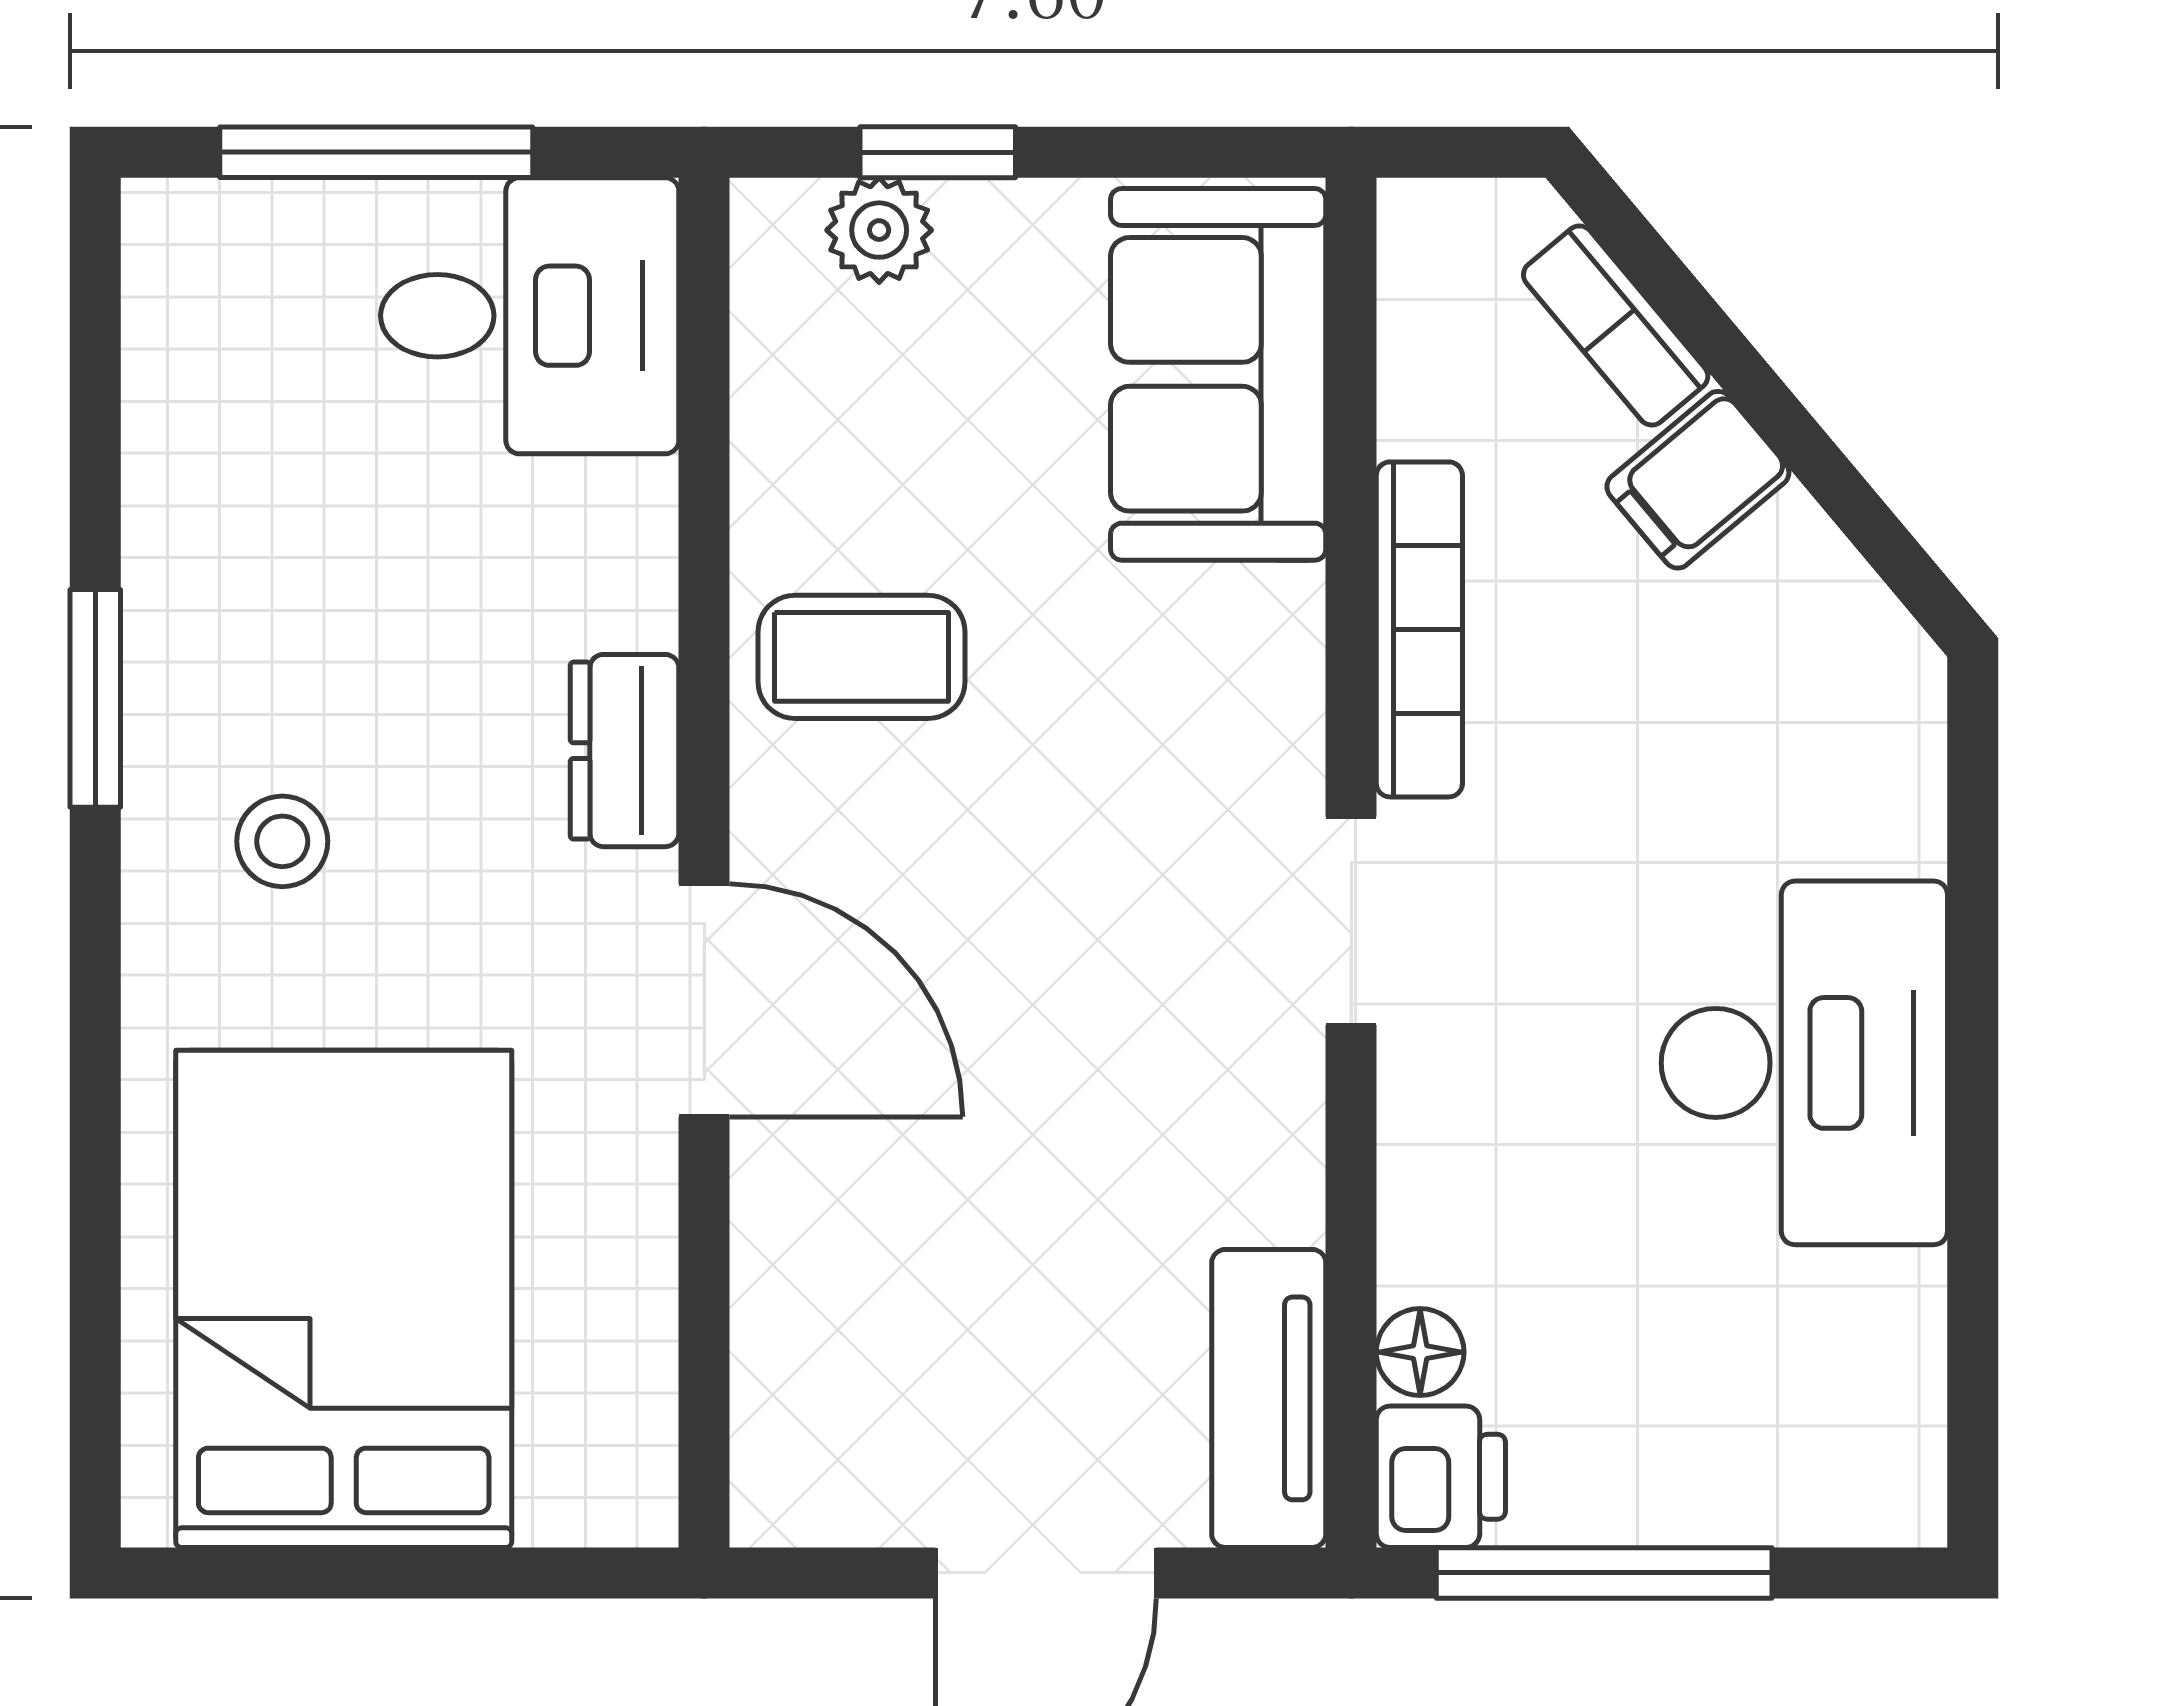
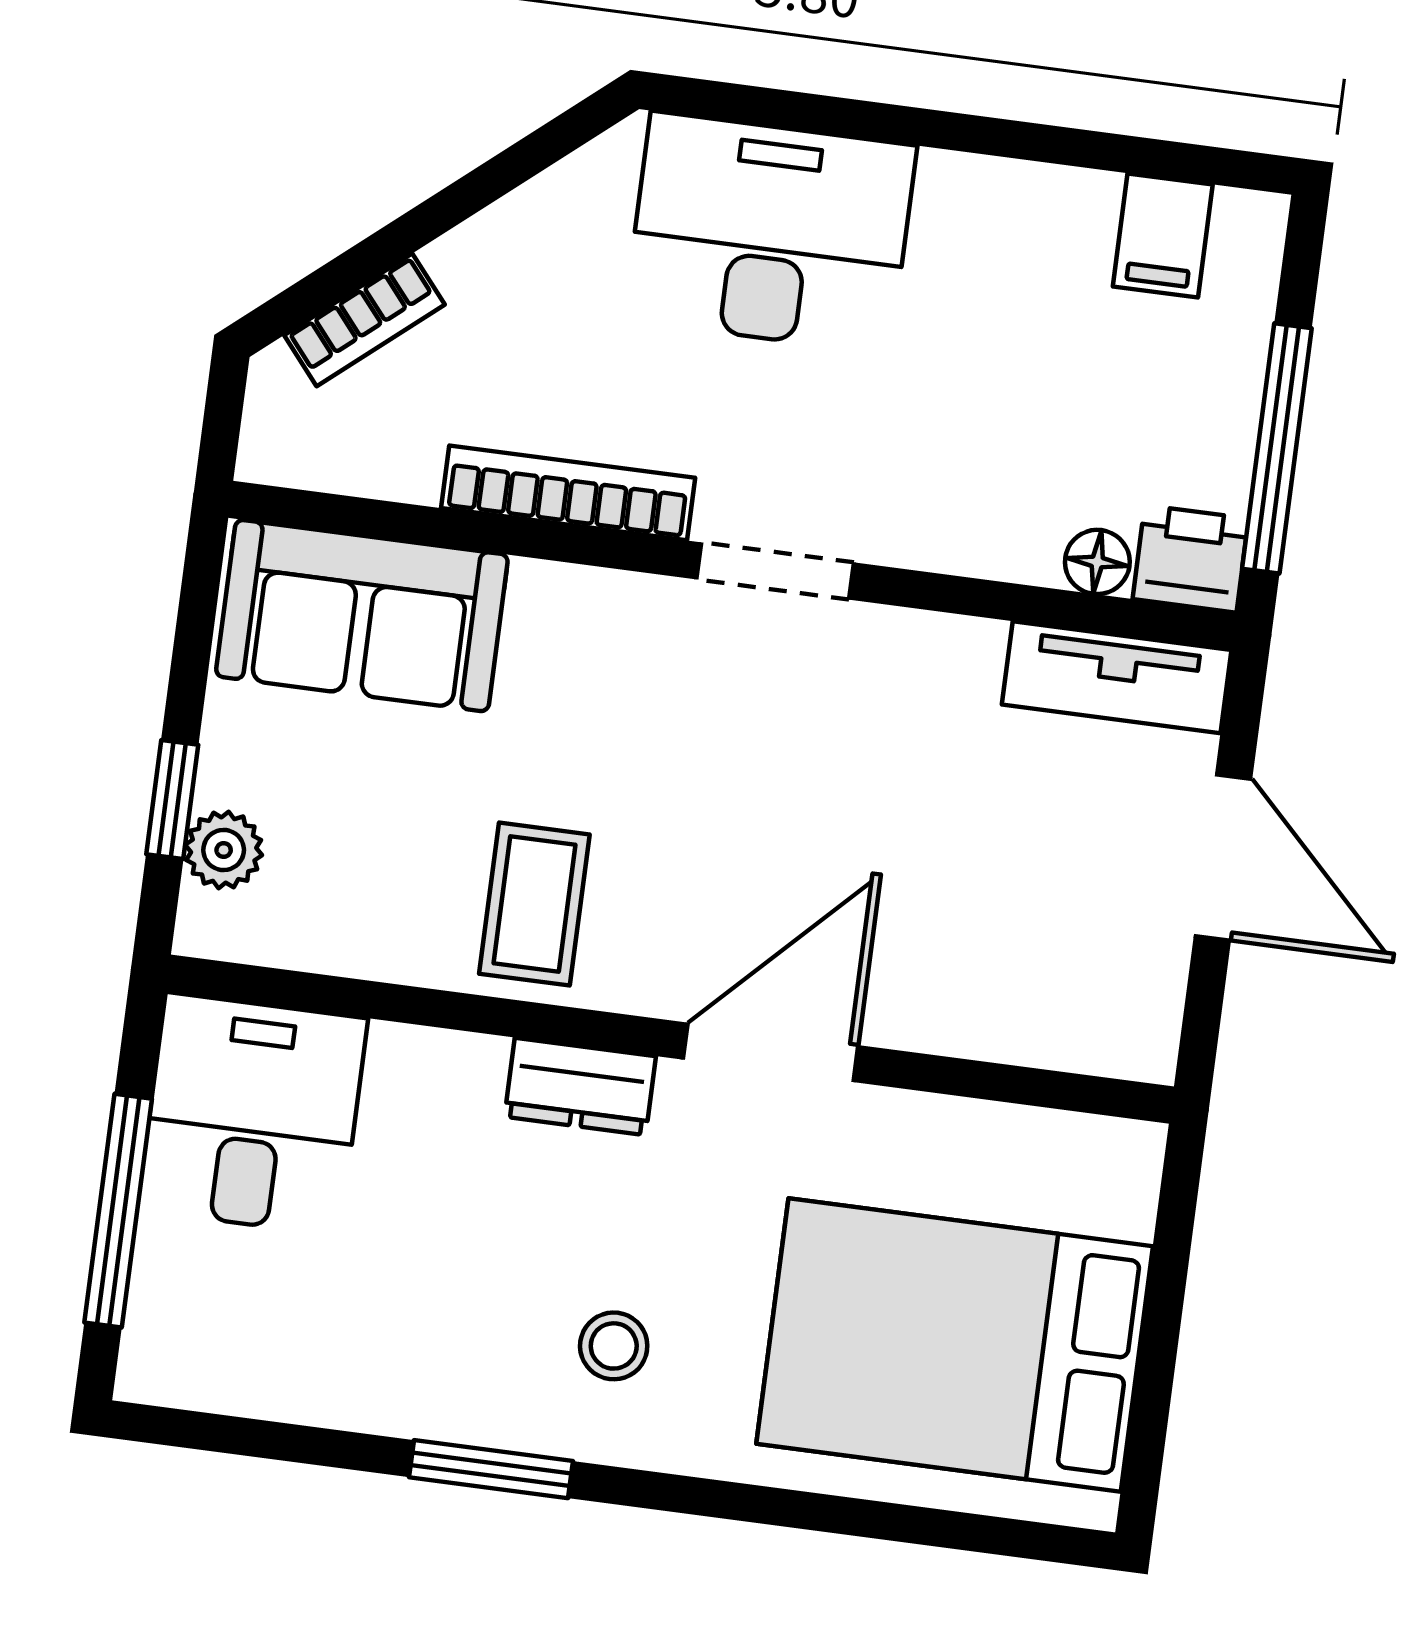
filing cabinet: (1698, 480) -> (1163, 235), moved, turned 40
desk: (1804, 1063) -> (770, 233), moved

